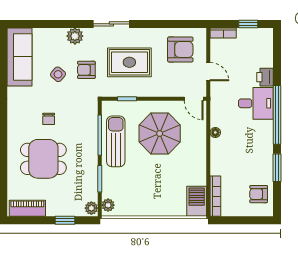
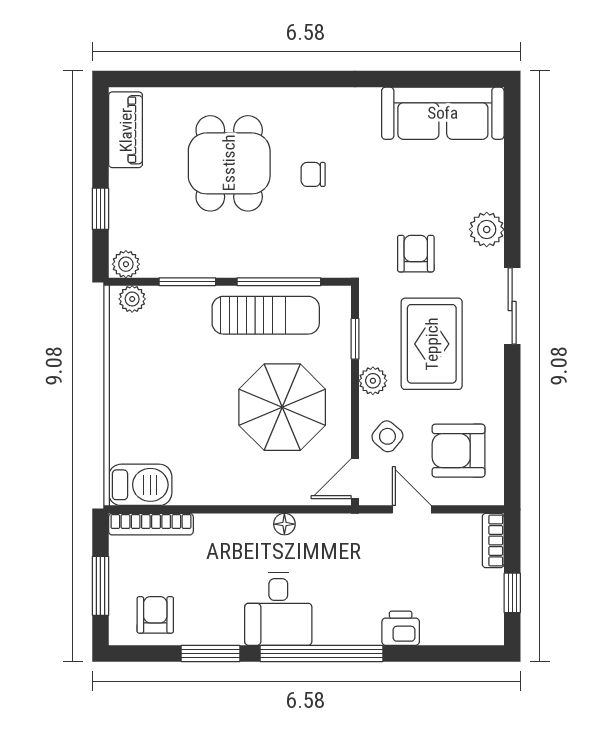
armchair: (180, 49) -> (459, 451), turned 90
door: (208, 72) -> (412, 509), swing flipped
side table: (58, 74) -> (387, 436), moved
plant: (147, 90) -> (373, 381), added
desk: (256, 103) -> (278, 609), moved
window: (245, 220) -> (100, 586), added

